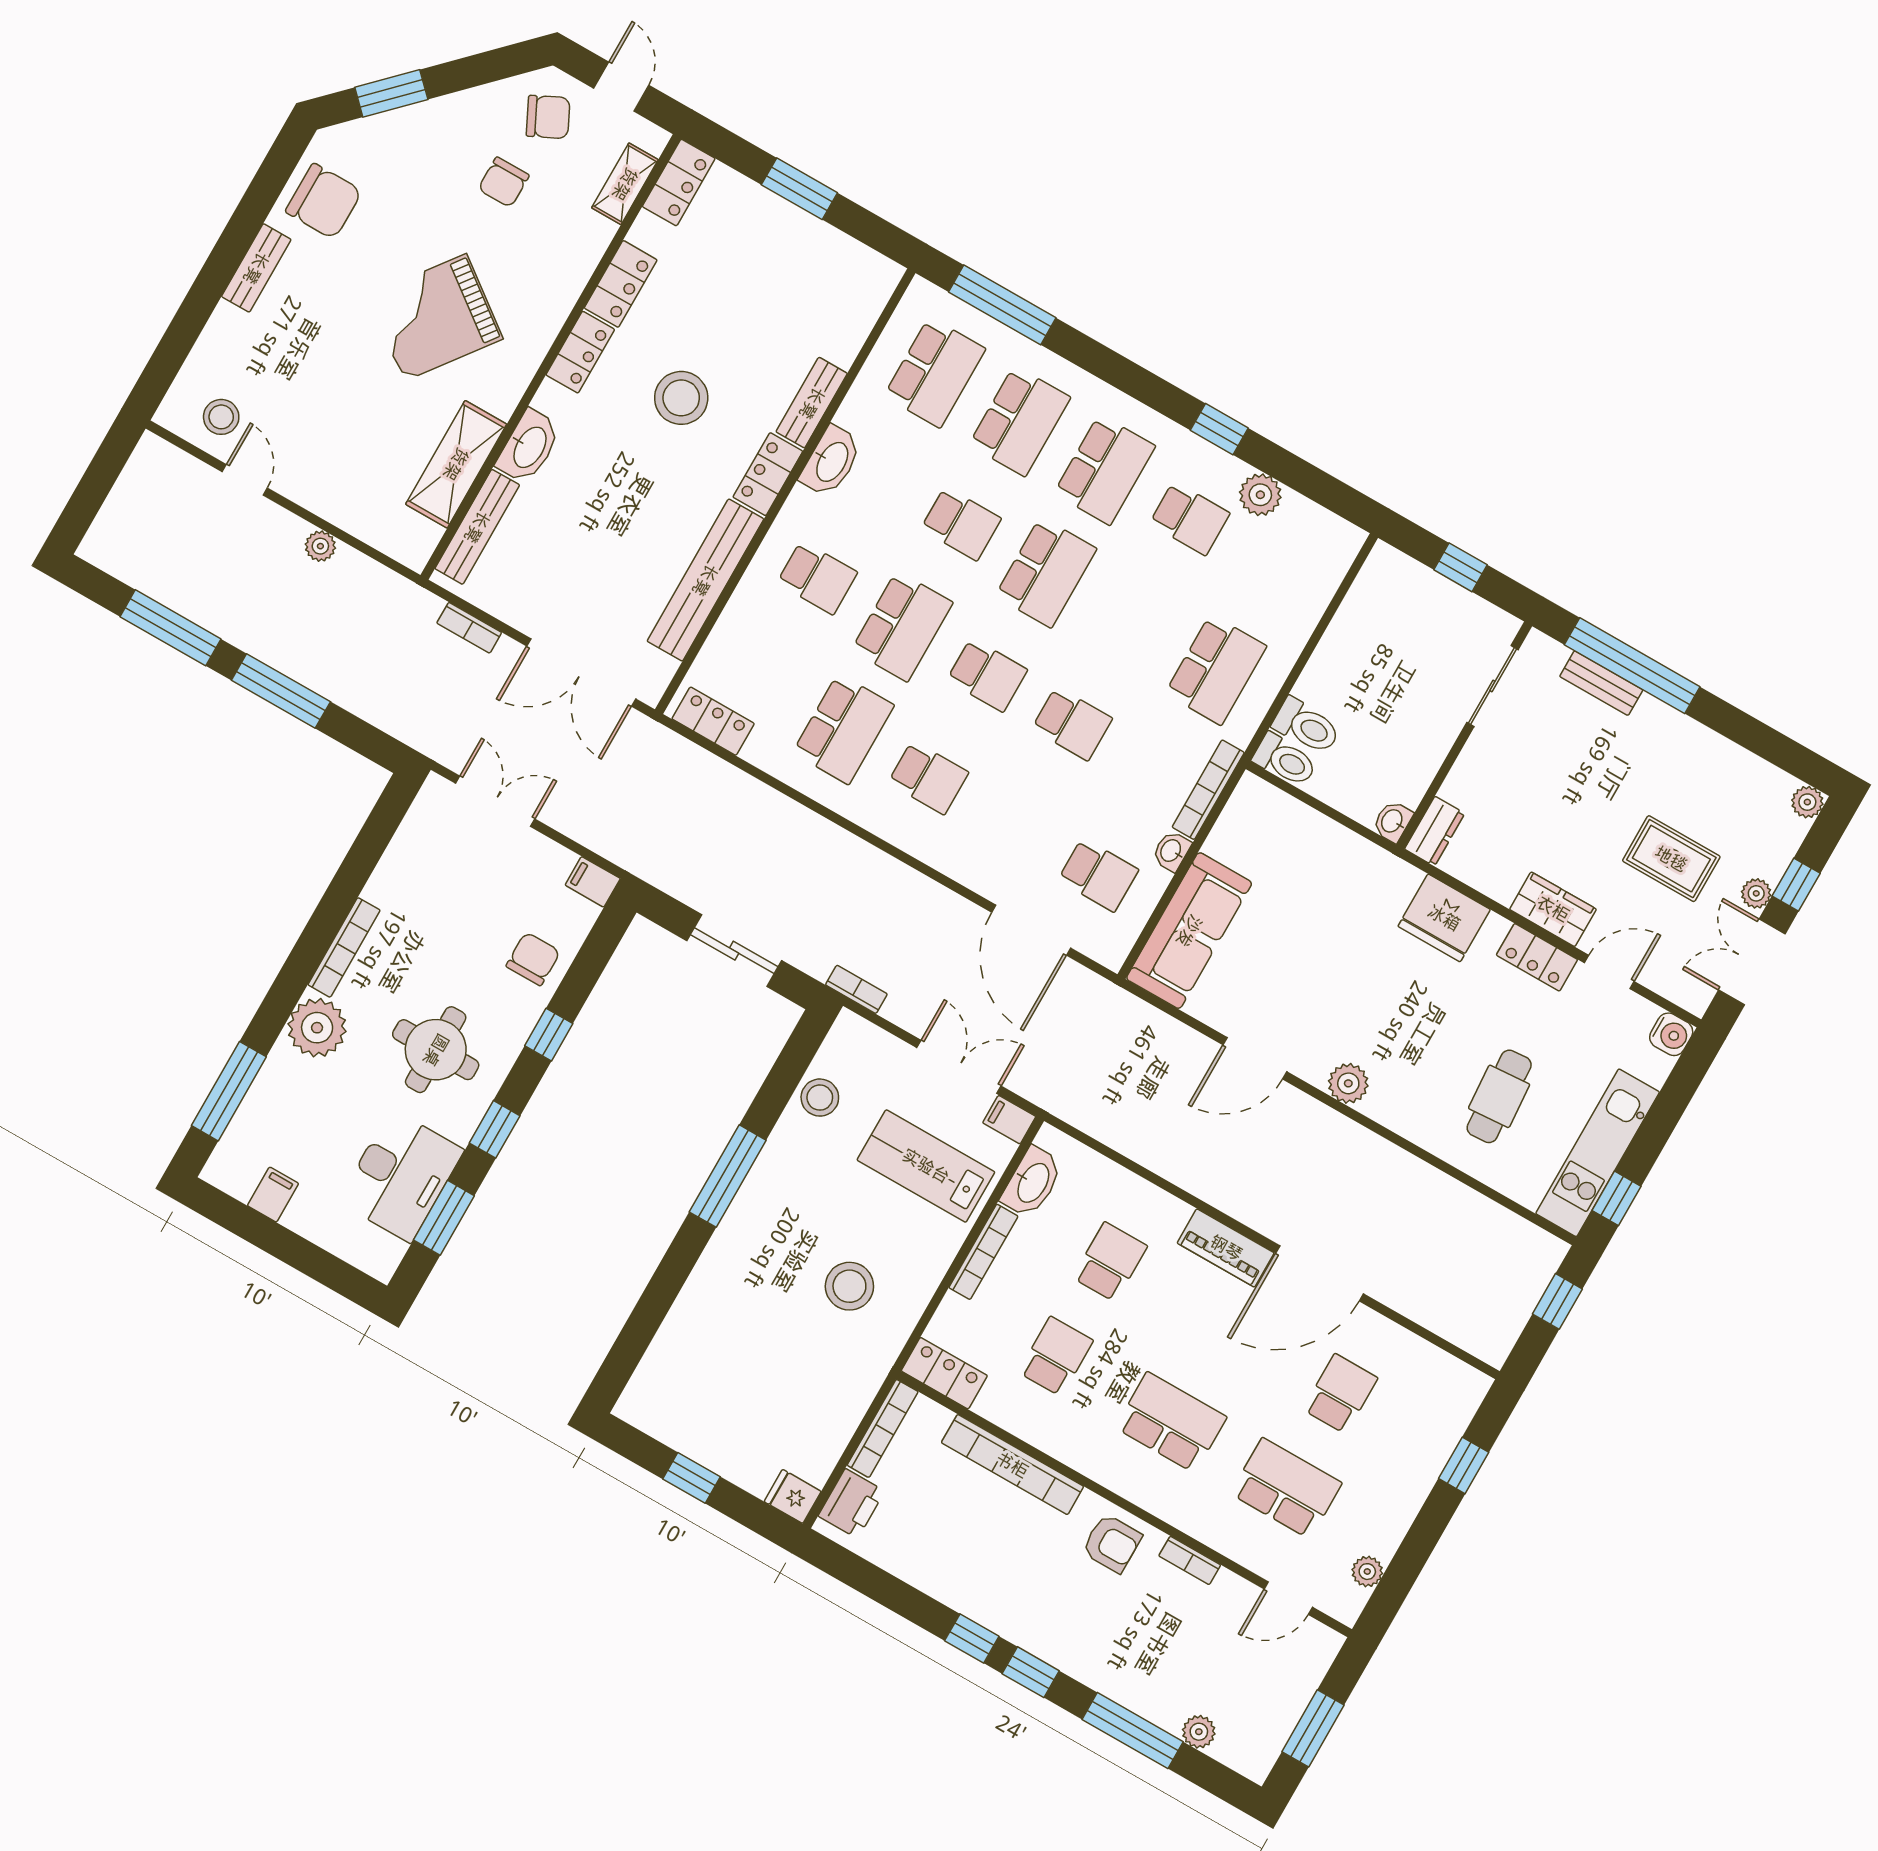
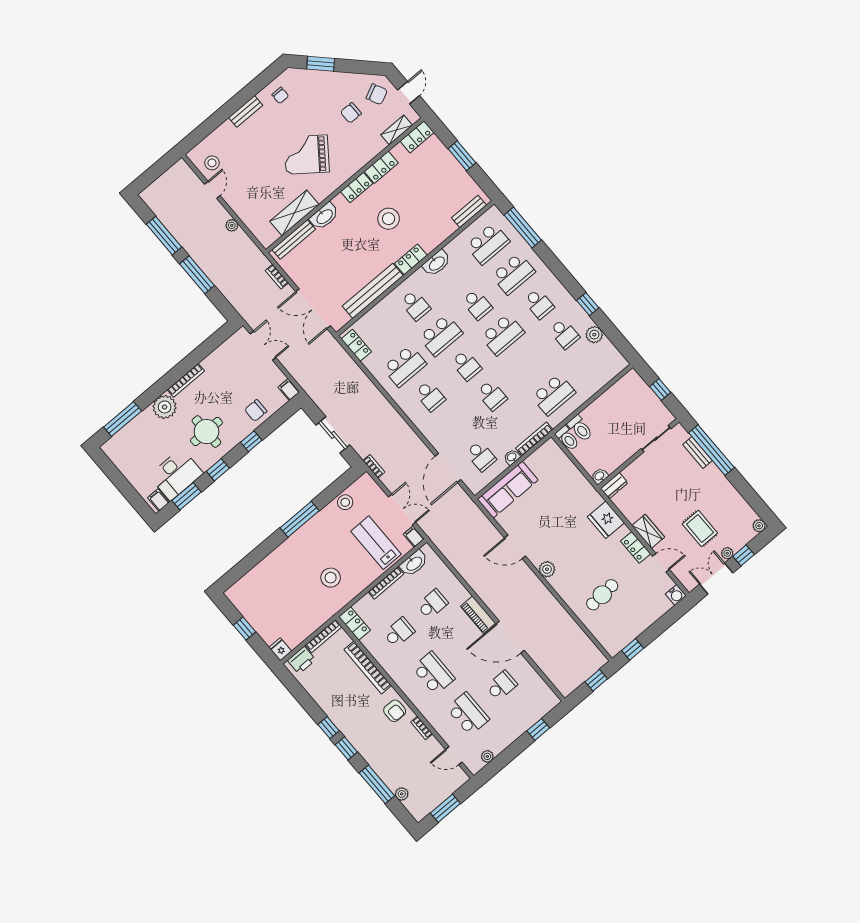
chair: (324, 201) -> (280, 95), width x0.54, depth x0.54
bench: (812, 403) -> (469, 211), moved
school desk: (1105, 470) -> (539, 304), width x0.54
chair: (533, 959) -> (256, 411), turned 180
kitchen unit: (1598, 1153) -> (632, 630), removed
filing cabinet: (273, 1195) -> (158, 500), moved, turned -90

